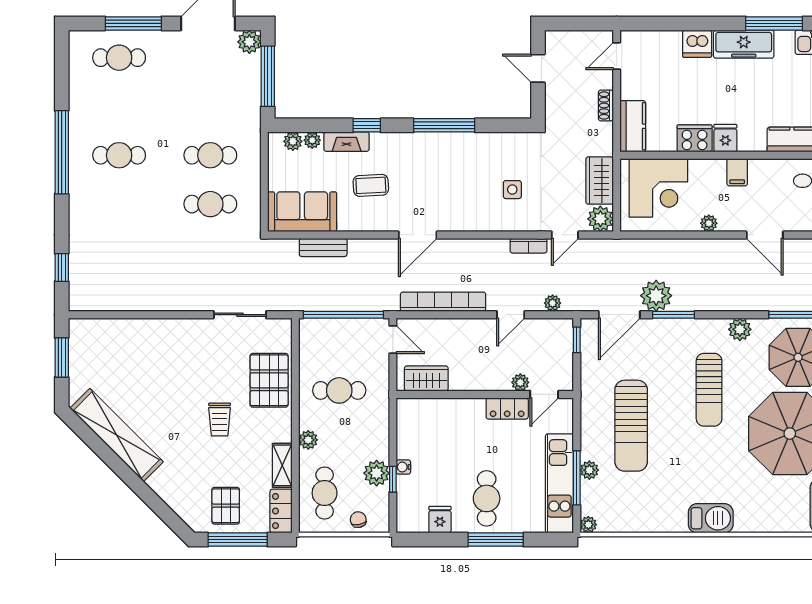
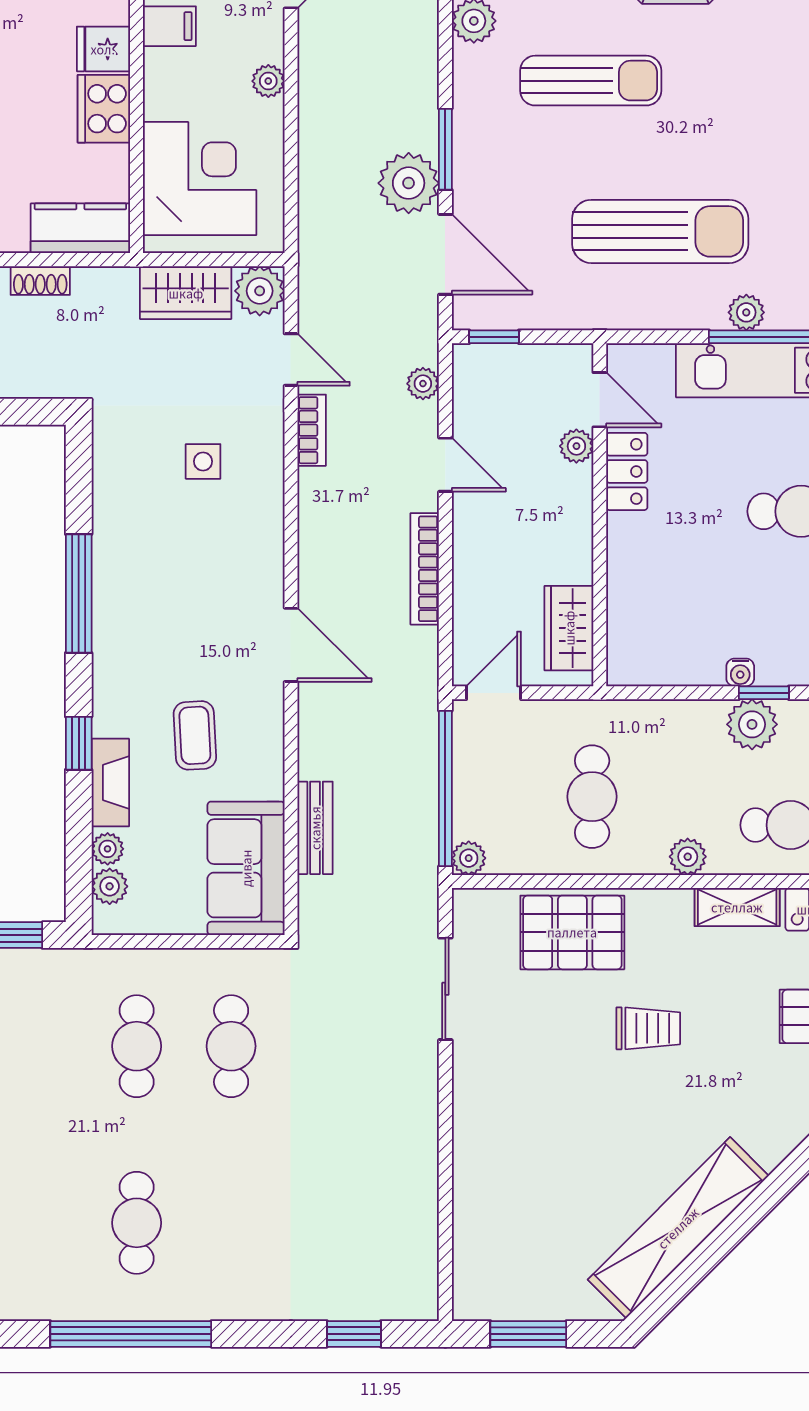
bookcase: (443, 302) -> (425, 569), width x0.68, depth x0.76
plant: (307, 327) -> (469, 858), added

